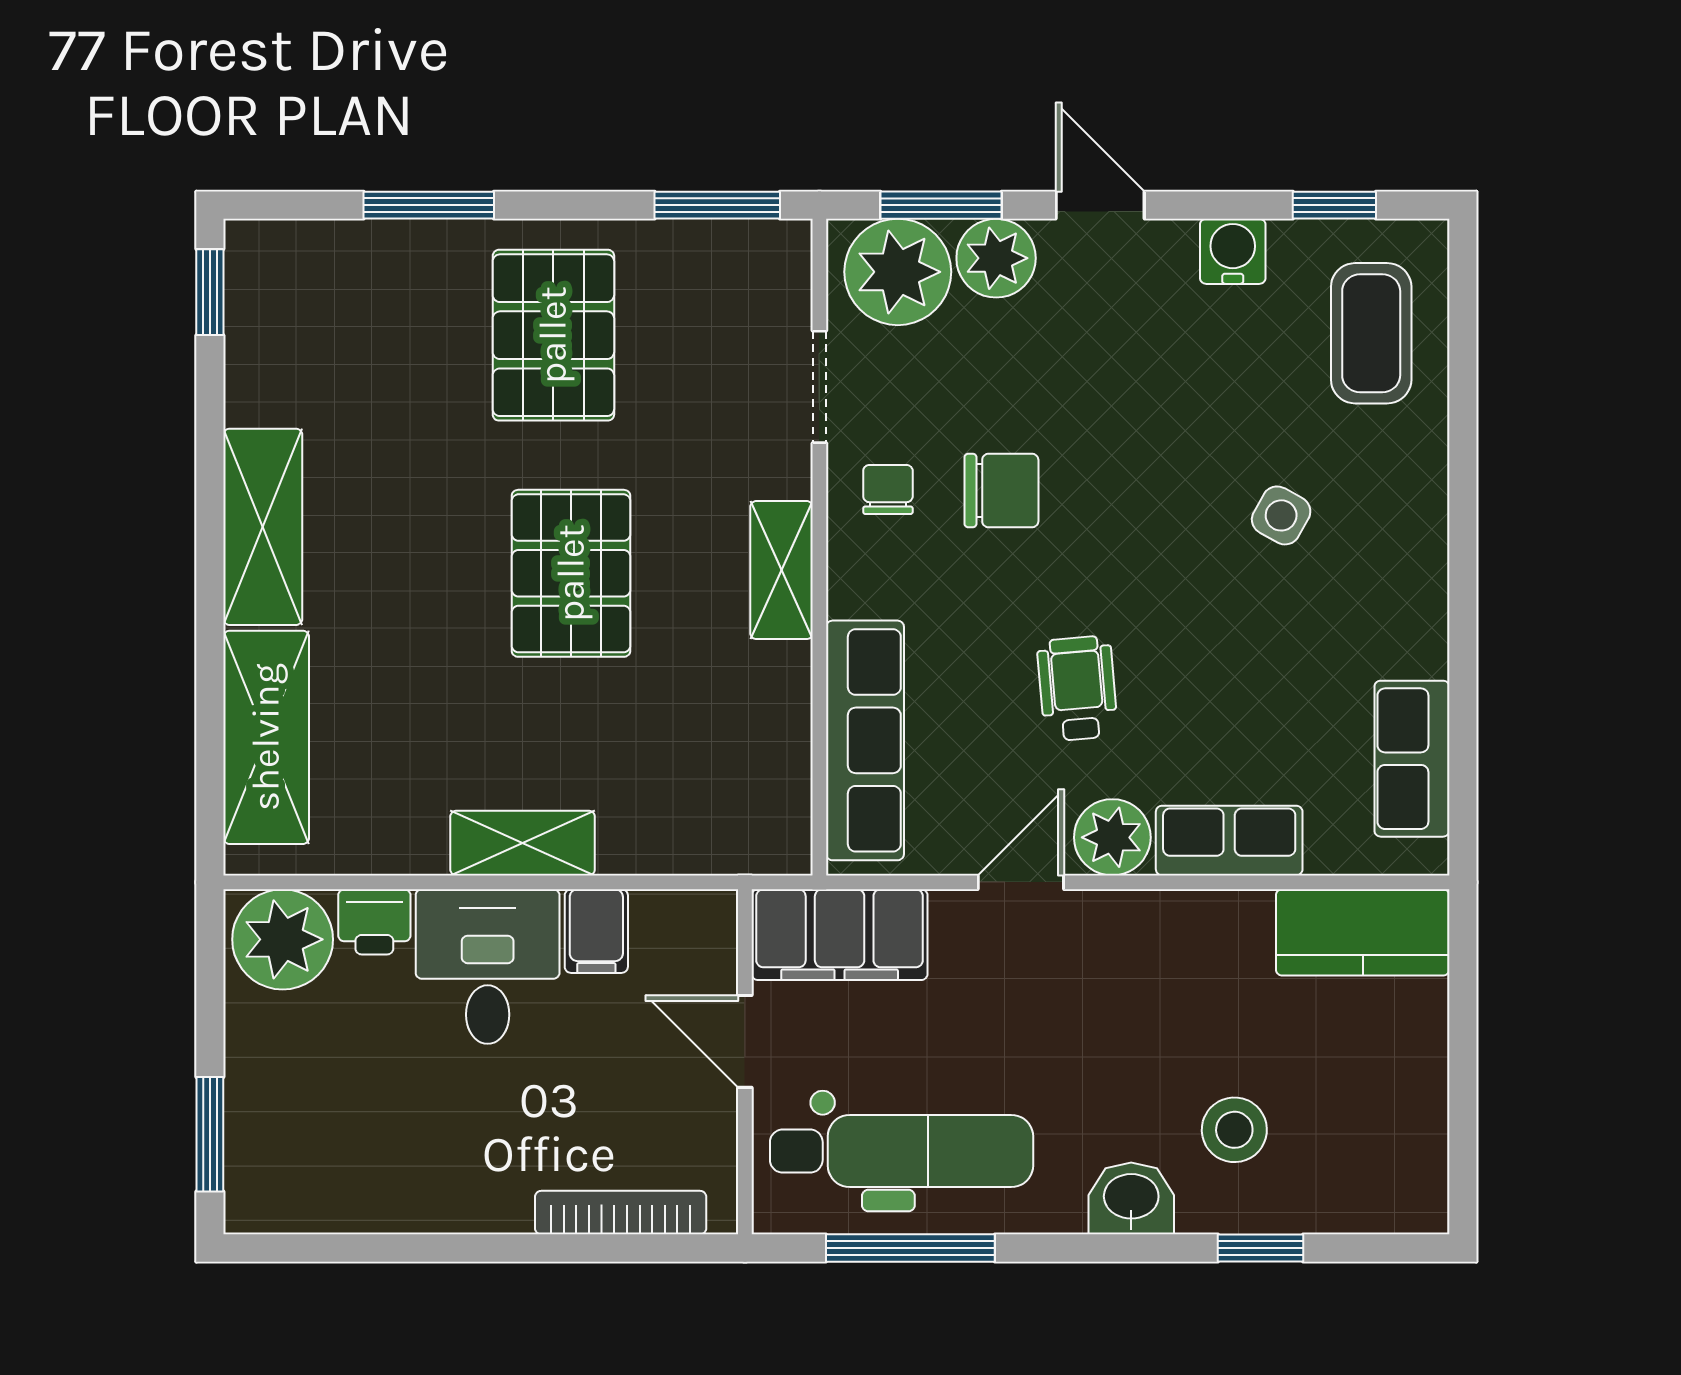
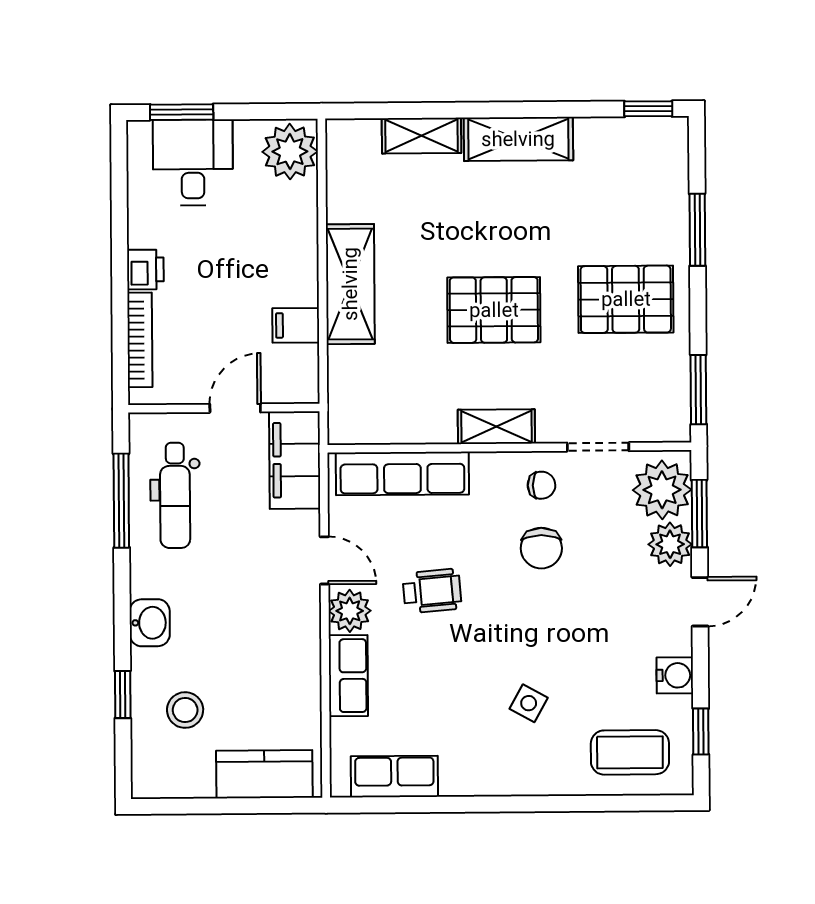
shelving: (266, 737) -> (421, 136), width x0.67, depth x0.75
shelving: (523, 843) -> (350, 284), width x1.50, depth x1.33
printer: (374, 922) -> (145, 270), moved, turned 180
kitchen counter: (1363, 932) -> (264, 774), moved, turned 90
desk: (488, 967) -> (193, 162), moved, turned -90
stool: (1234, 1130) -> (185, 710), moved
dental chair: (902, 1151) -> (175, 495), width x0.73, depth x0.72

